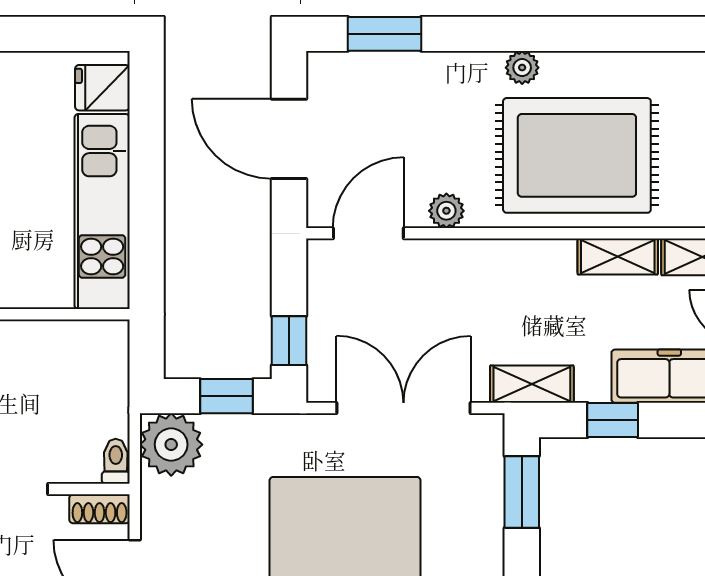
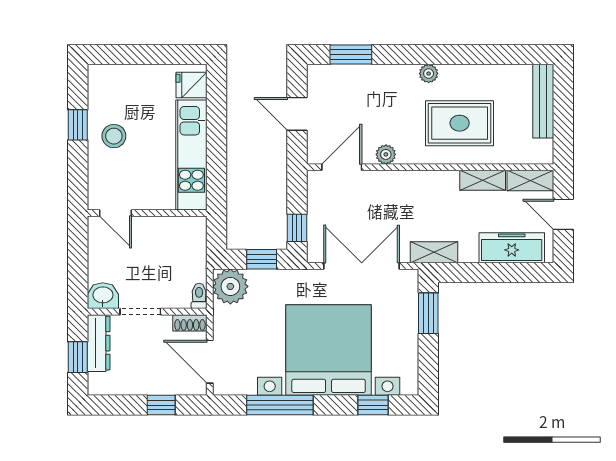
door: (289, 139) -> (297, 114), width x0.73
rug: (577, 155) -> (460, 123), width x0.73, depth x0.69
window: (613, 420) -> (480, 273), removed

